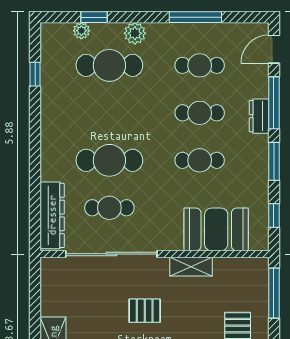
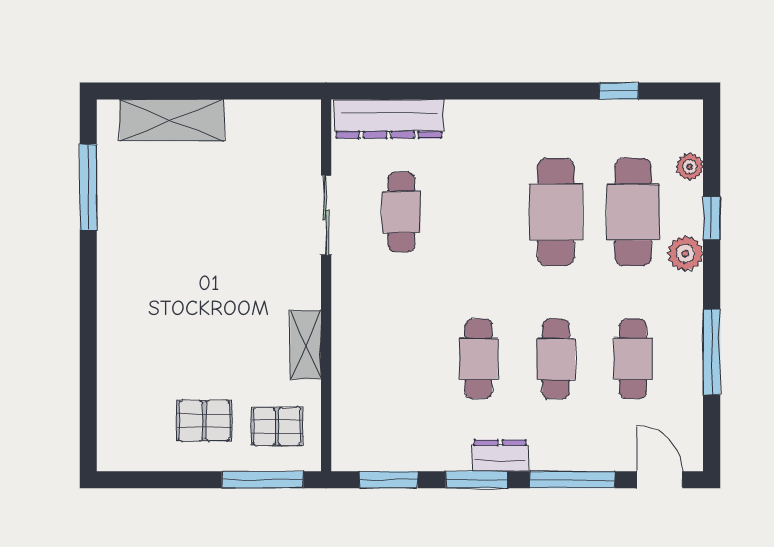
window: (94, 17) -> (712, 218), moved
dresser: (259, 116) -> (500, 456), moved
cafe table: (109, 160) -> (556, 212), moved
window: (274, 216) -> (389, 480), width x1.50
booth: (216, 229) -> (366, 386), removed
sliding door: (111, 254) -> (326, 215), width x0.54
pallet: (145, 311) -> (277, 426), moved, turned 90

